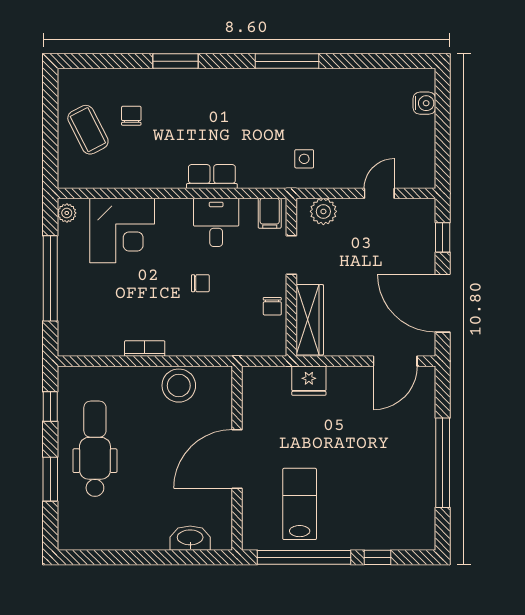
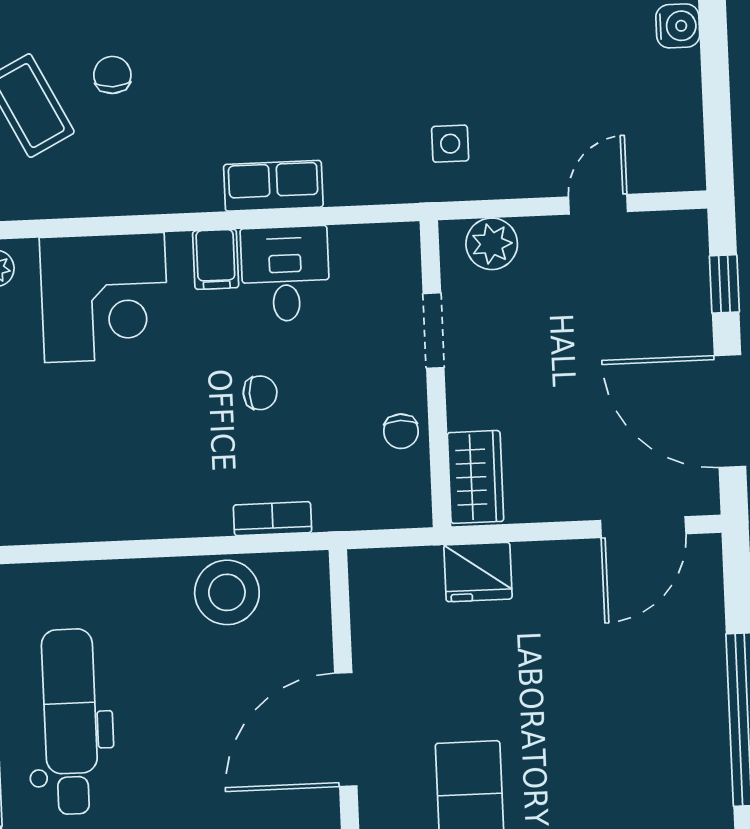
filing cabinet: (270, 213) -> (216, 259), moved
wardrobe: (310, 320) -> (475, 477), width x0.67
bookcase: (145, 348) -> (273, 519), moved

